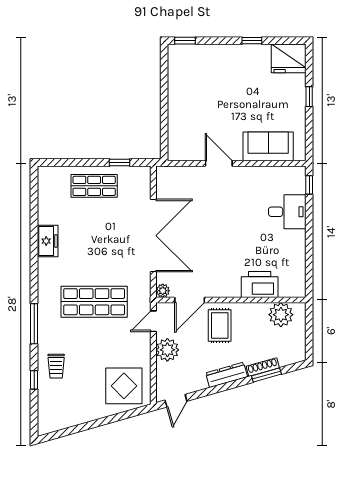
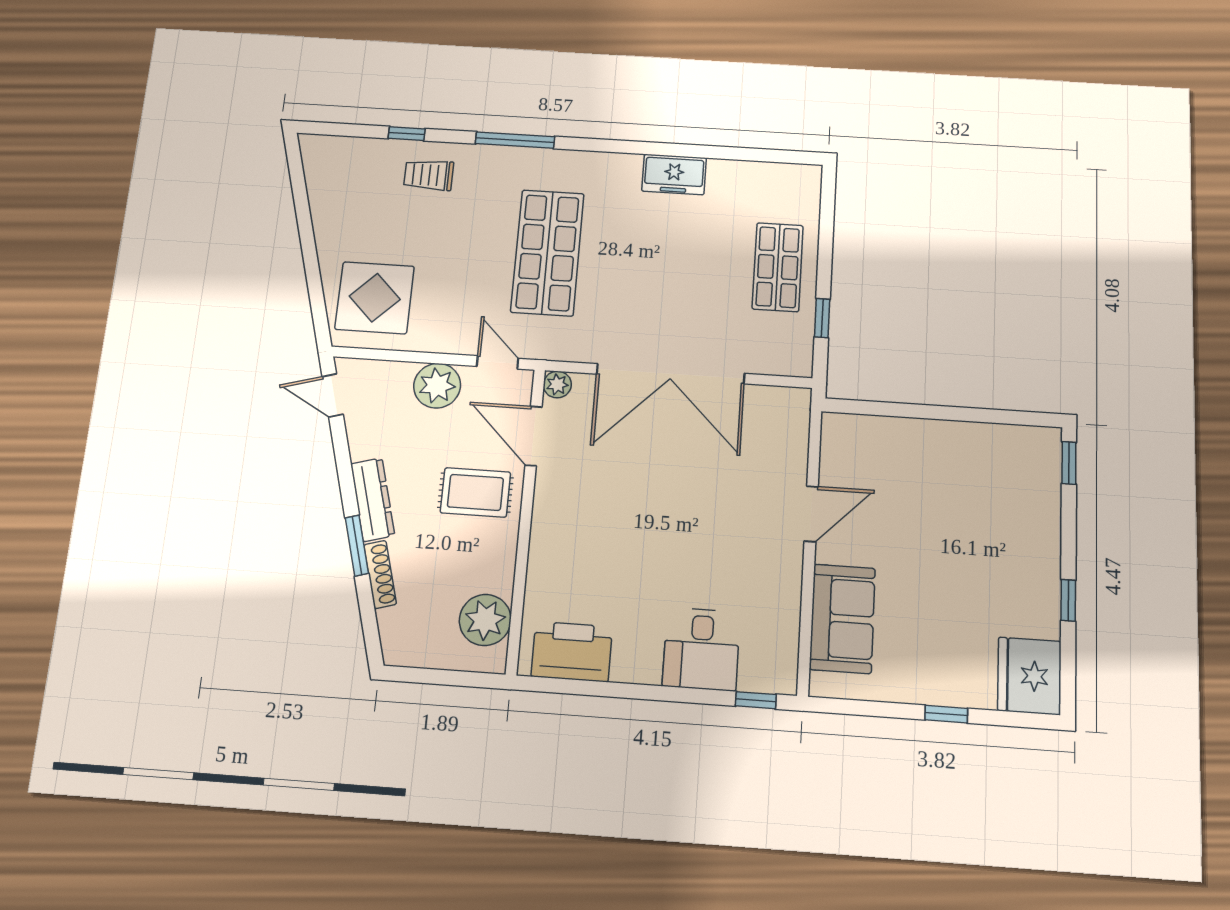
printer: (260, 285) -> (572, 652), moved, turned -90
window: (266, 375) -> (357, 546), moved

